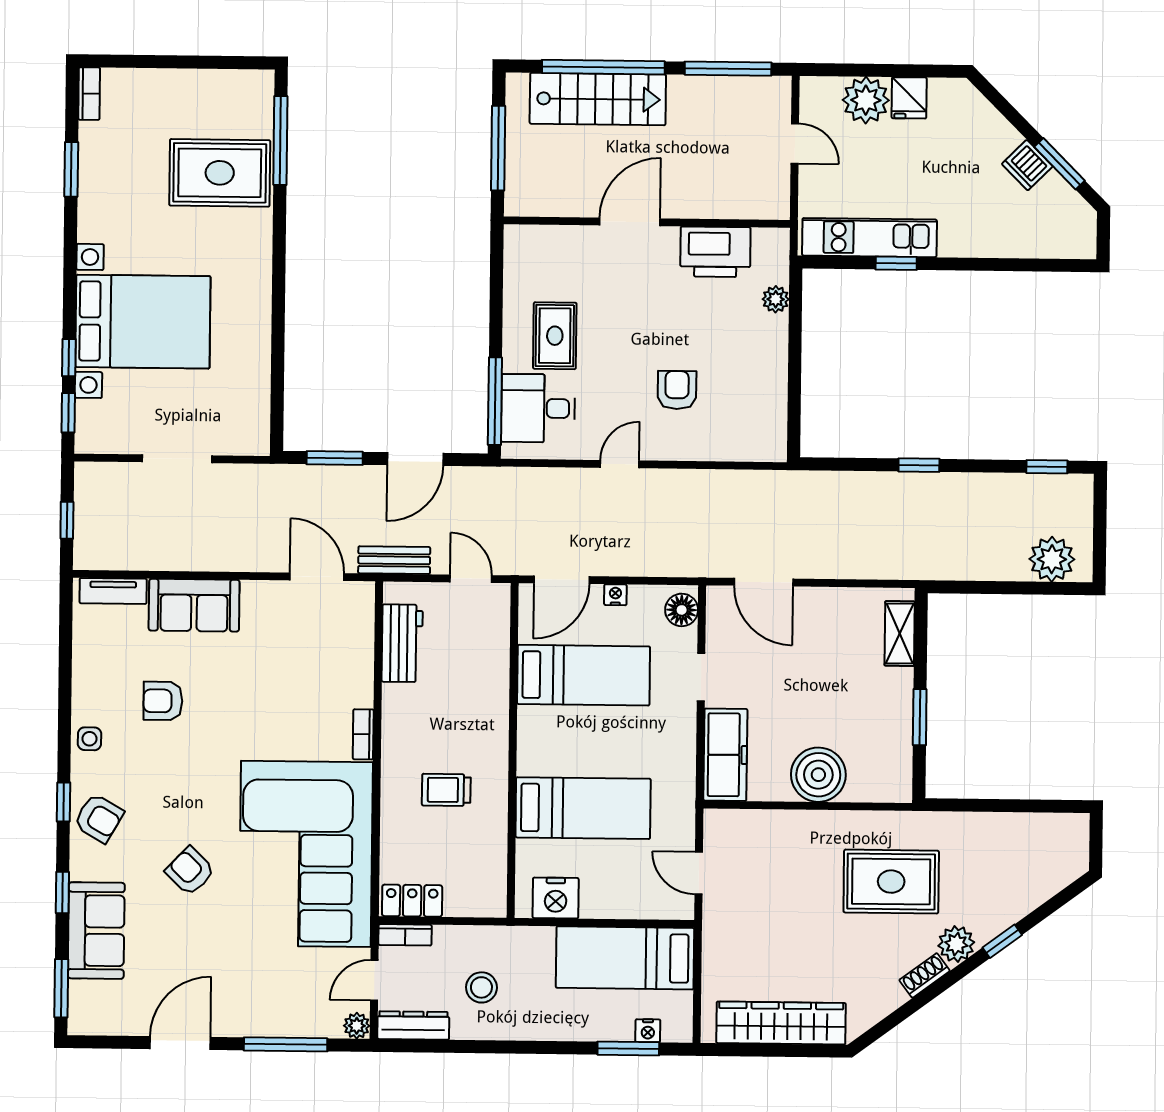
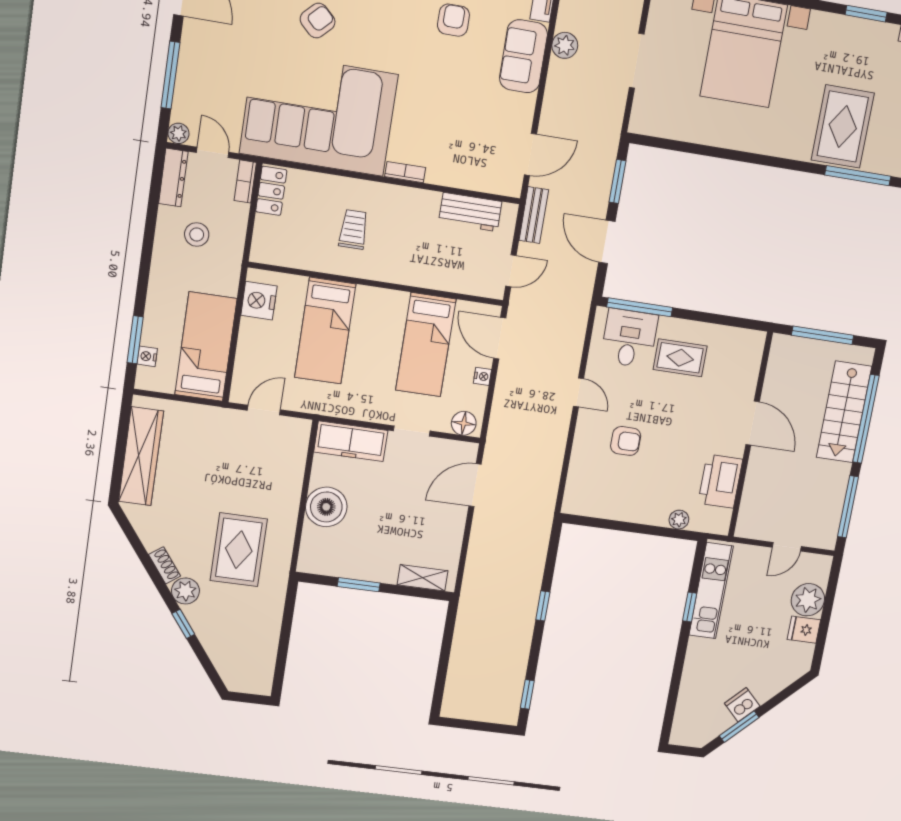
plant: (1052, 559) -> (565, 45), moved, width x0.73, depth x0.73

